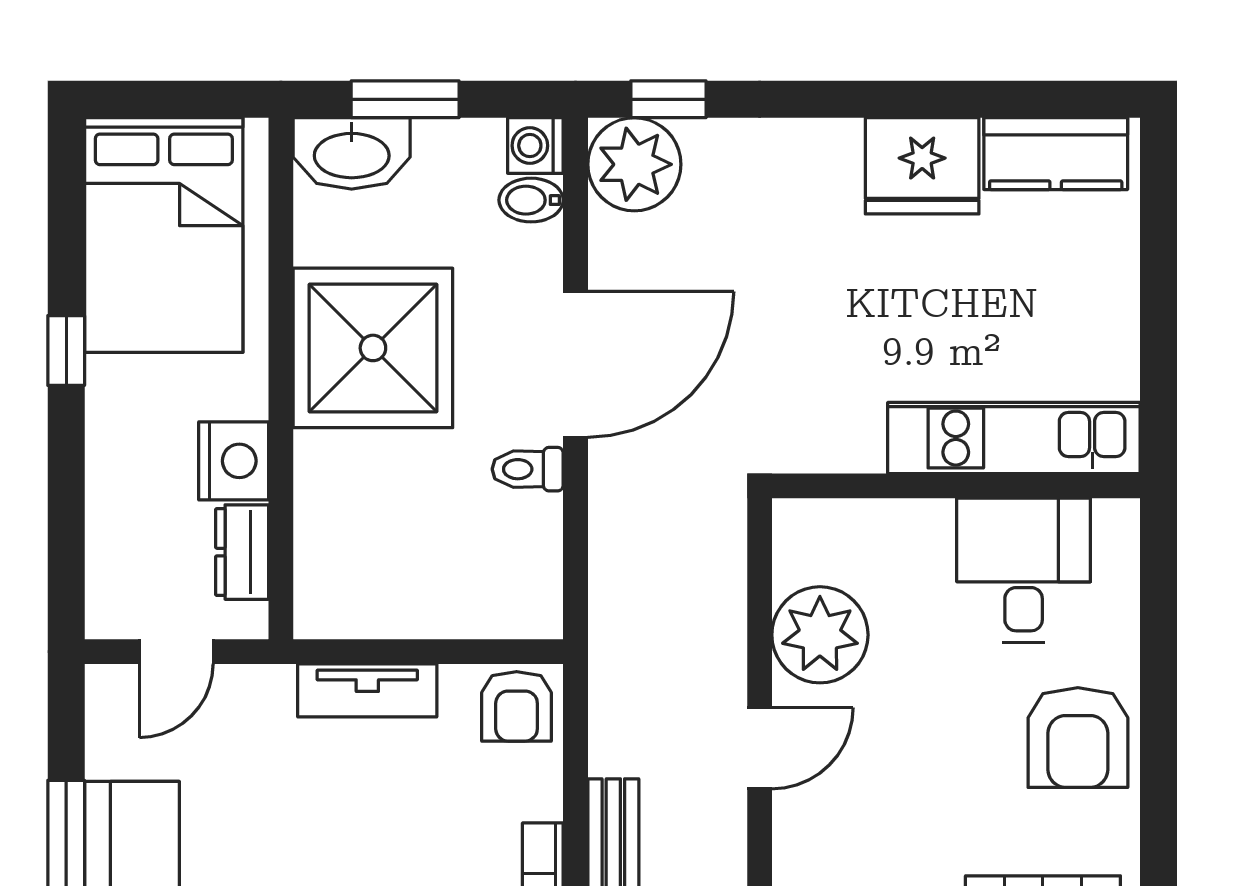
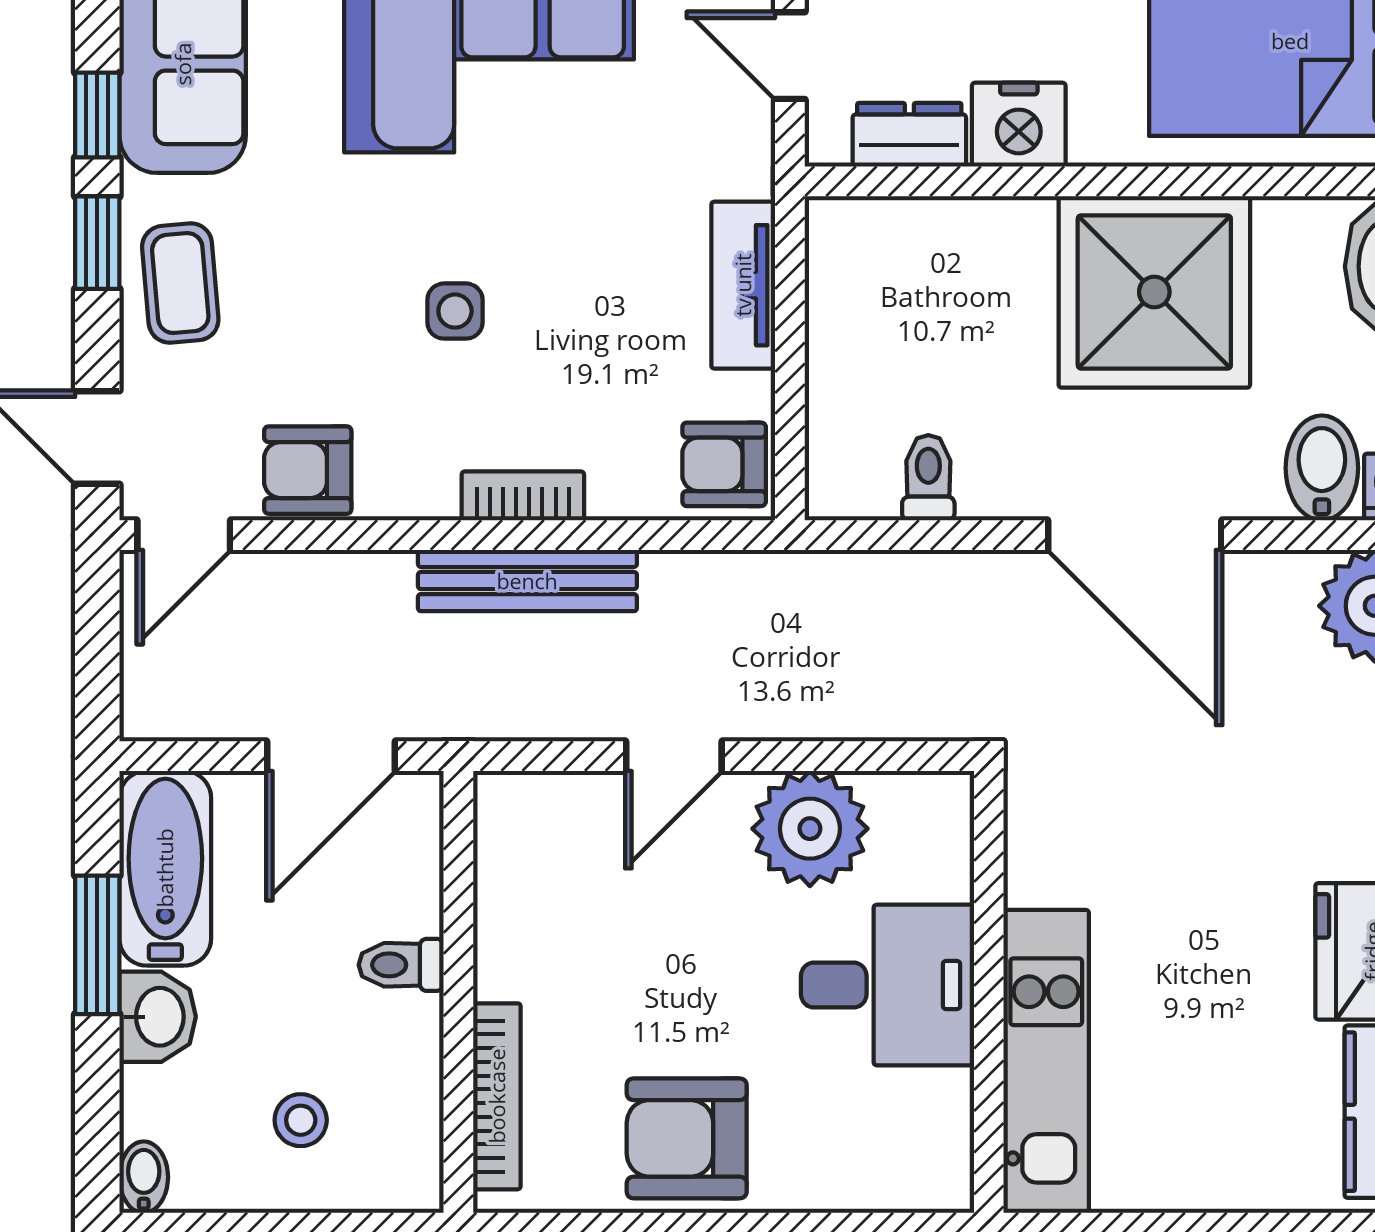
bidet: (531, 200) -> (1322, 468), width x1.38, depth x1.36
toilet: (528, 469) -> (928, 478), moved
desk: (1024, 570) -> (887, 985), moved
door: (760, 748) -> (674, 756), hinge flipped

